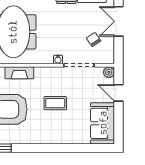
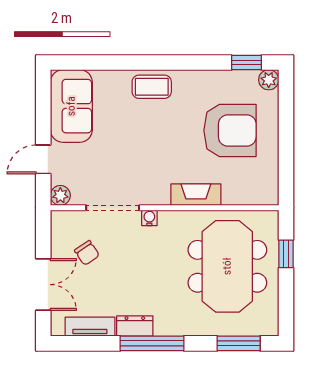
fireplace: (19, 73) -> (196, 195), moved
door: (119, 93) -> (43, 159), swing flipped
coffee table: (55, 103) -> (152, 87), moved

